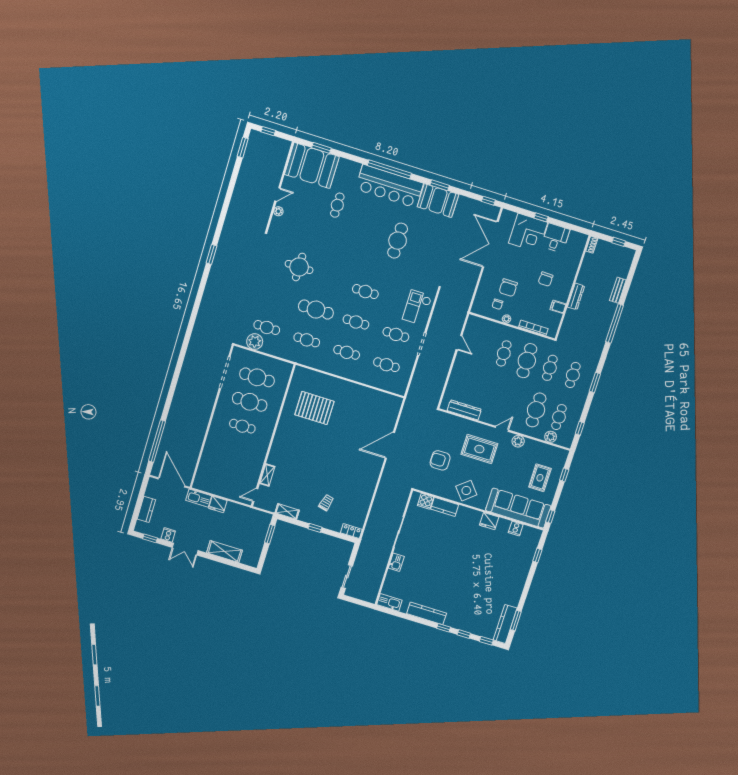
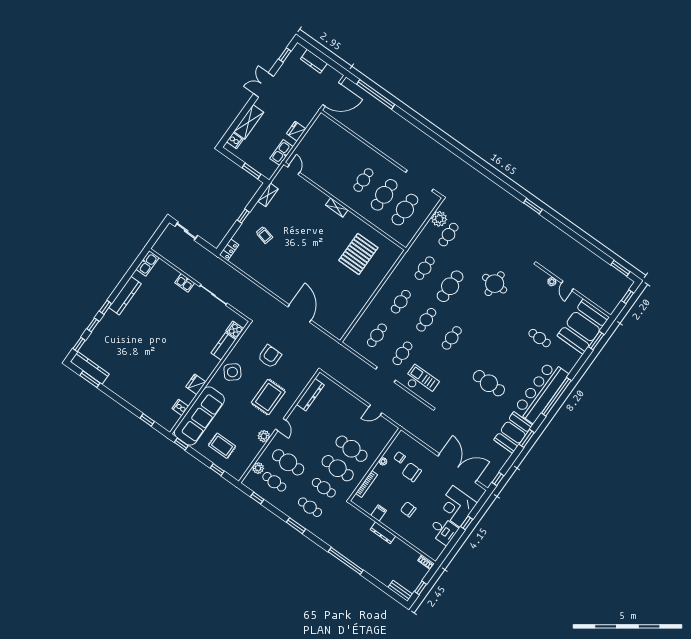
bench: (618, 290) -> (400, 591), moved
cafe table: (504, 353) -> (352, 449), width x1.37, depth x1.35
shelving: (267, 475) -> (337, 207), moved
kitchen sink: (199, 498) -> (282, 153), moved
cooker: (168, 535) -> (235, 141), moved

